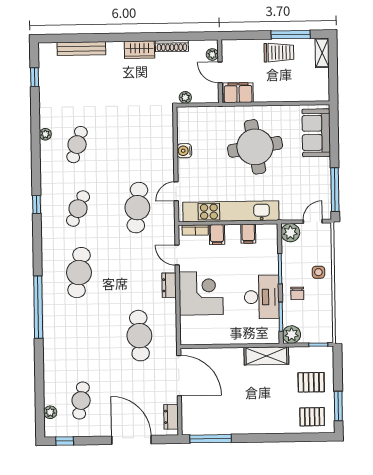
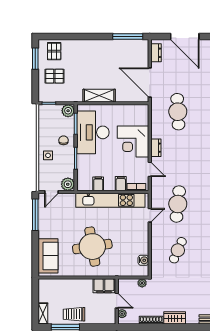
cafe table: (136, 144) -> (178, 250), added
water cooler: (184, 151) -> (143, 260), moved
desk: (262, 297) -> (93, 132), width x1.36, depth x1.30
shelving: (266, 356) -> (99, 96), moved
pallet: (312, 417) -> (54, 51), turned 90

